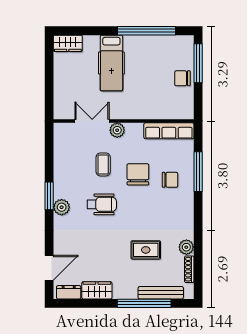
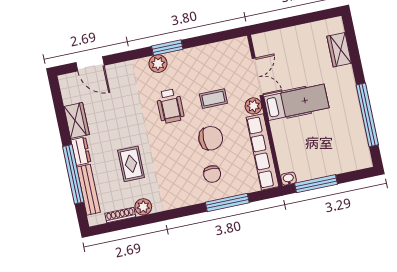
wardrobe: (68, 43) -> (339, 50), moved
hospital bed: (111, 63) -> (296, 102), moved, turned 180
window: (198, 63) -> (316, 184), moved
chair: (182, 78) -> (324, 164), removed
washbasin: (188, 113) -> (288, 179), added
row of seats: (169, 131) -> (262, 152), width x1.36
dresser: (69, 292) -> (81, 151), moved

